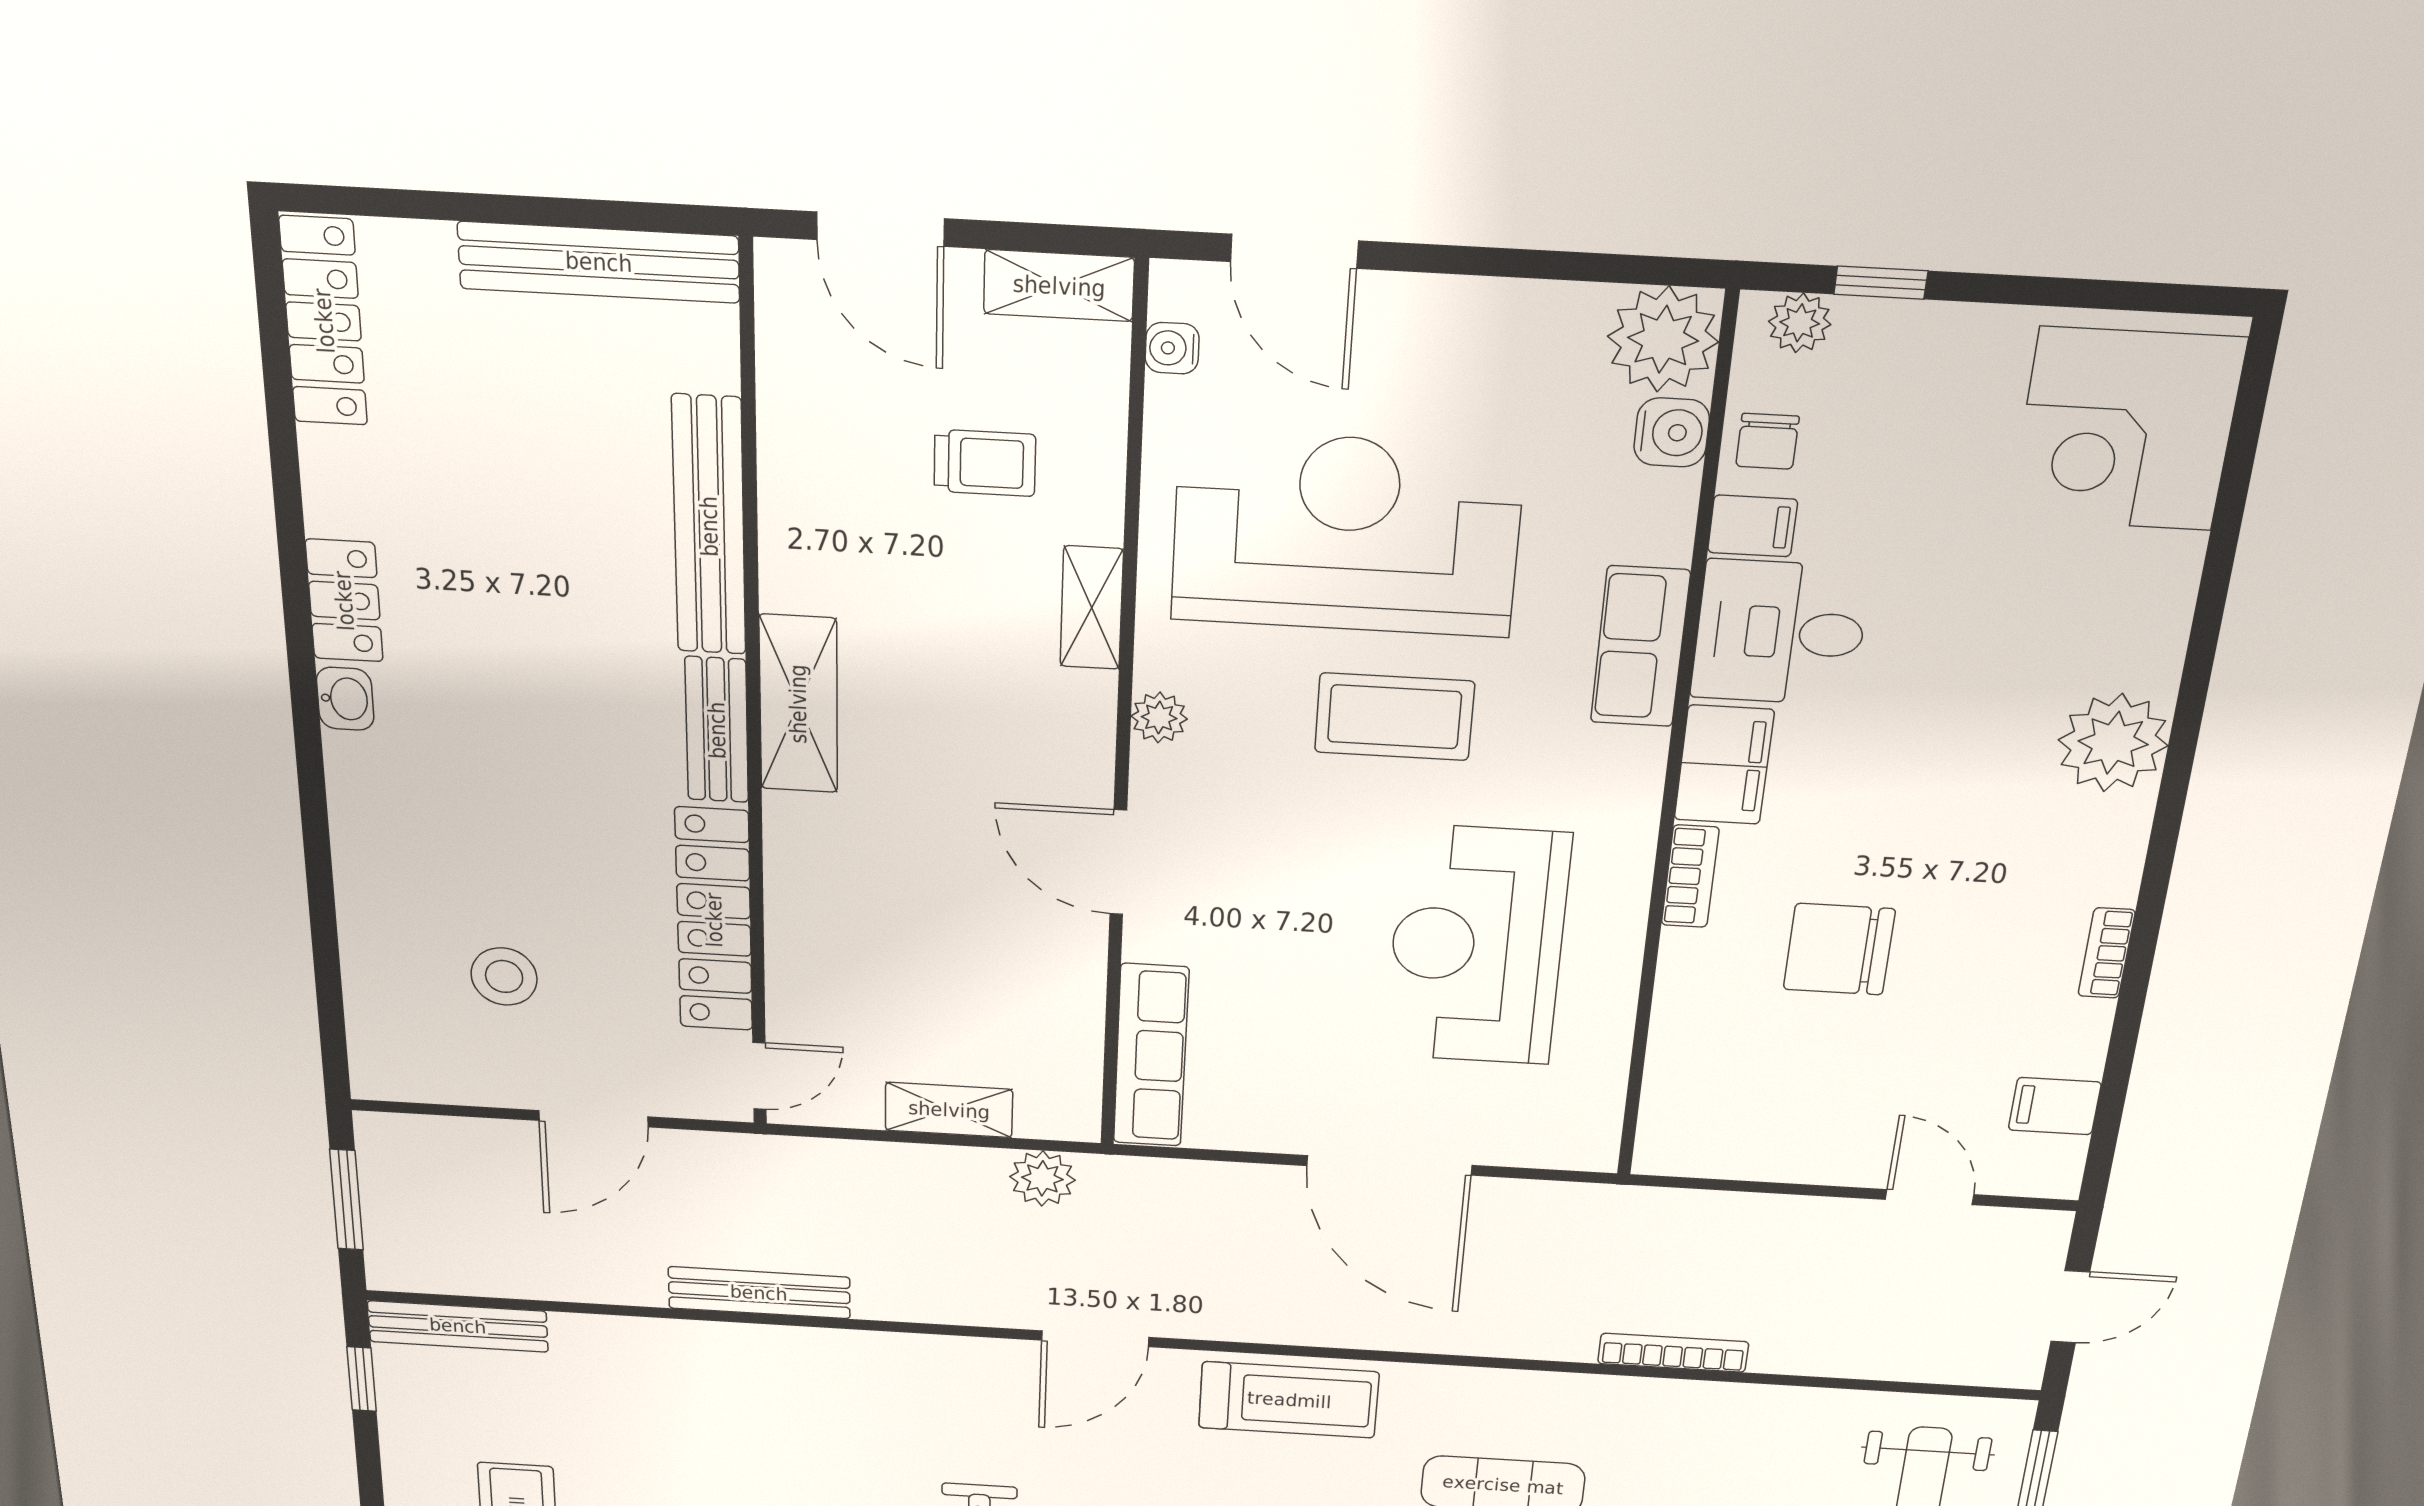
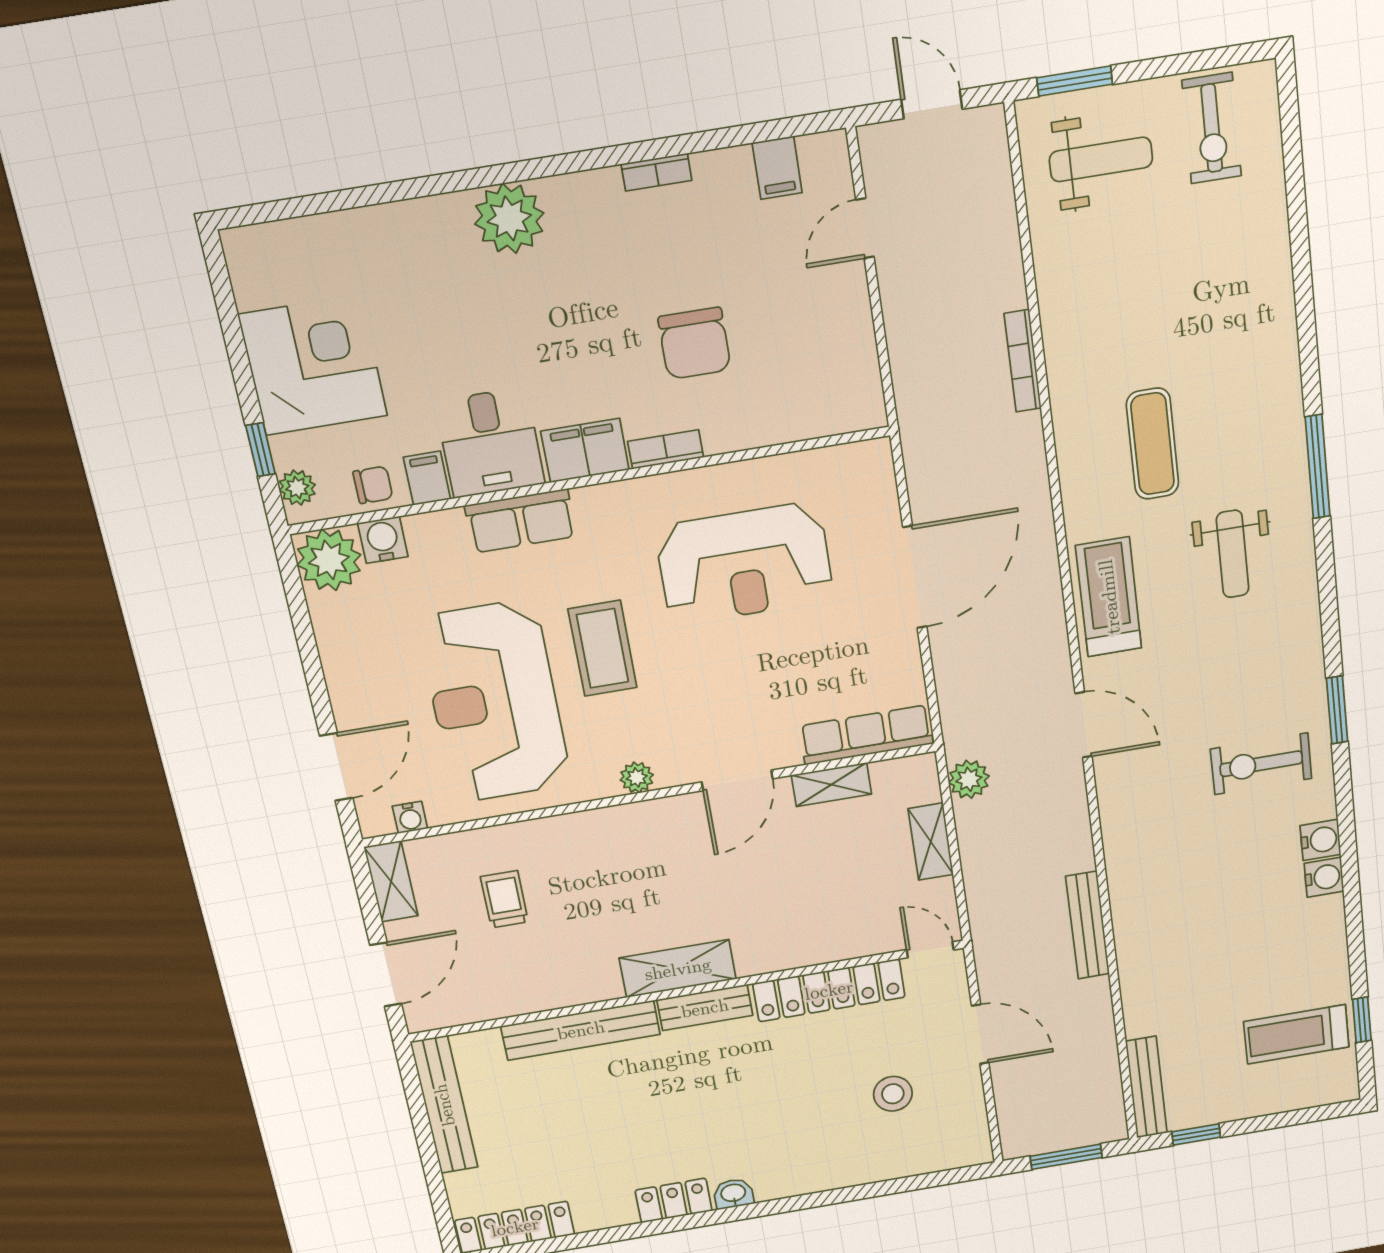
corner desk: (2126, 429) -> (313, 365), moved, turned -90
shelving: (1092, 608) -> (831, 785), moved

